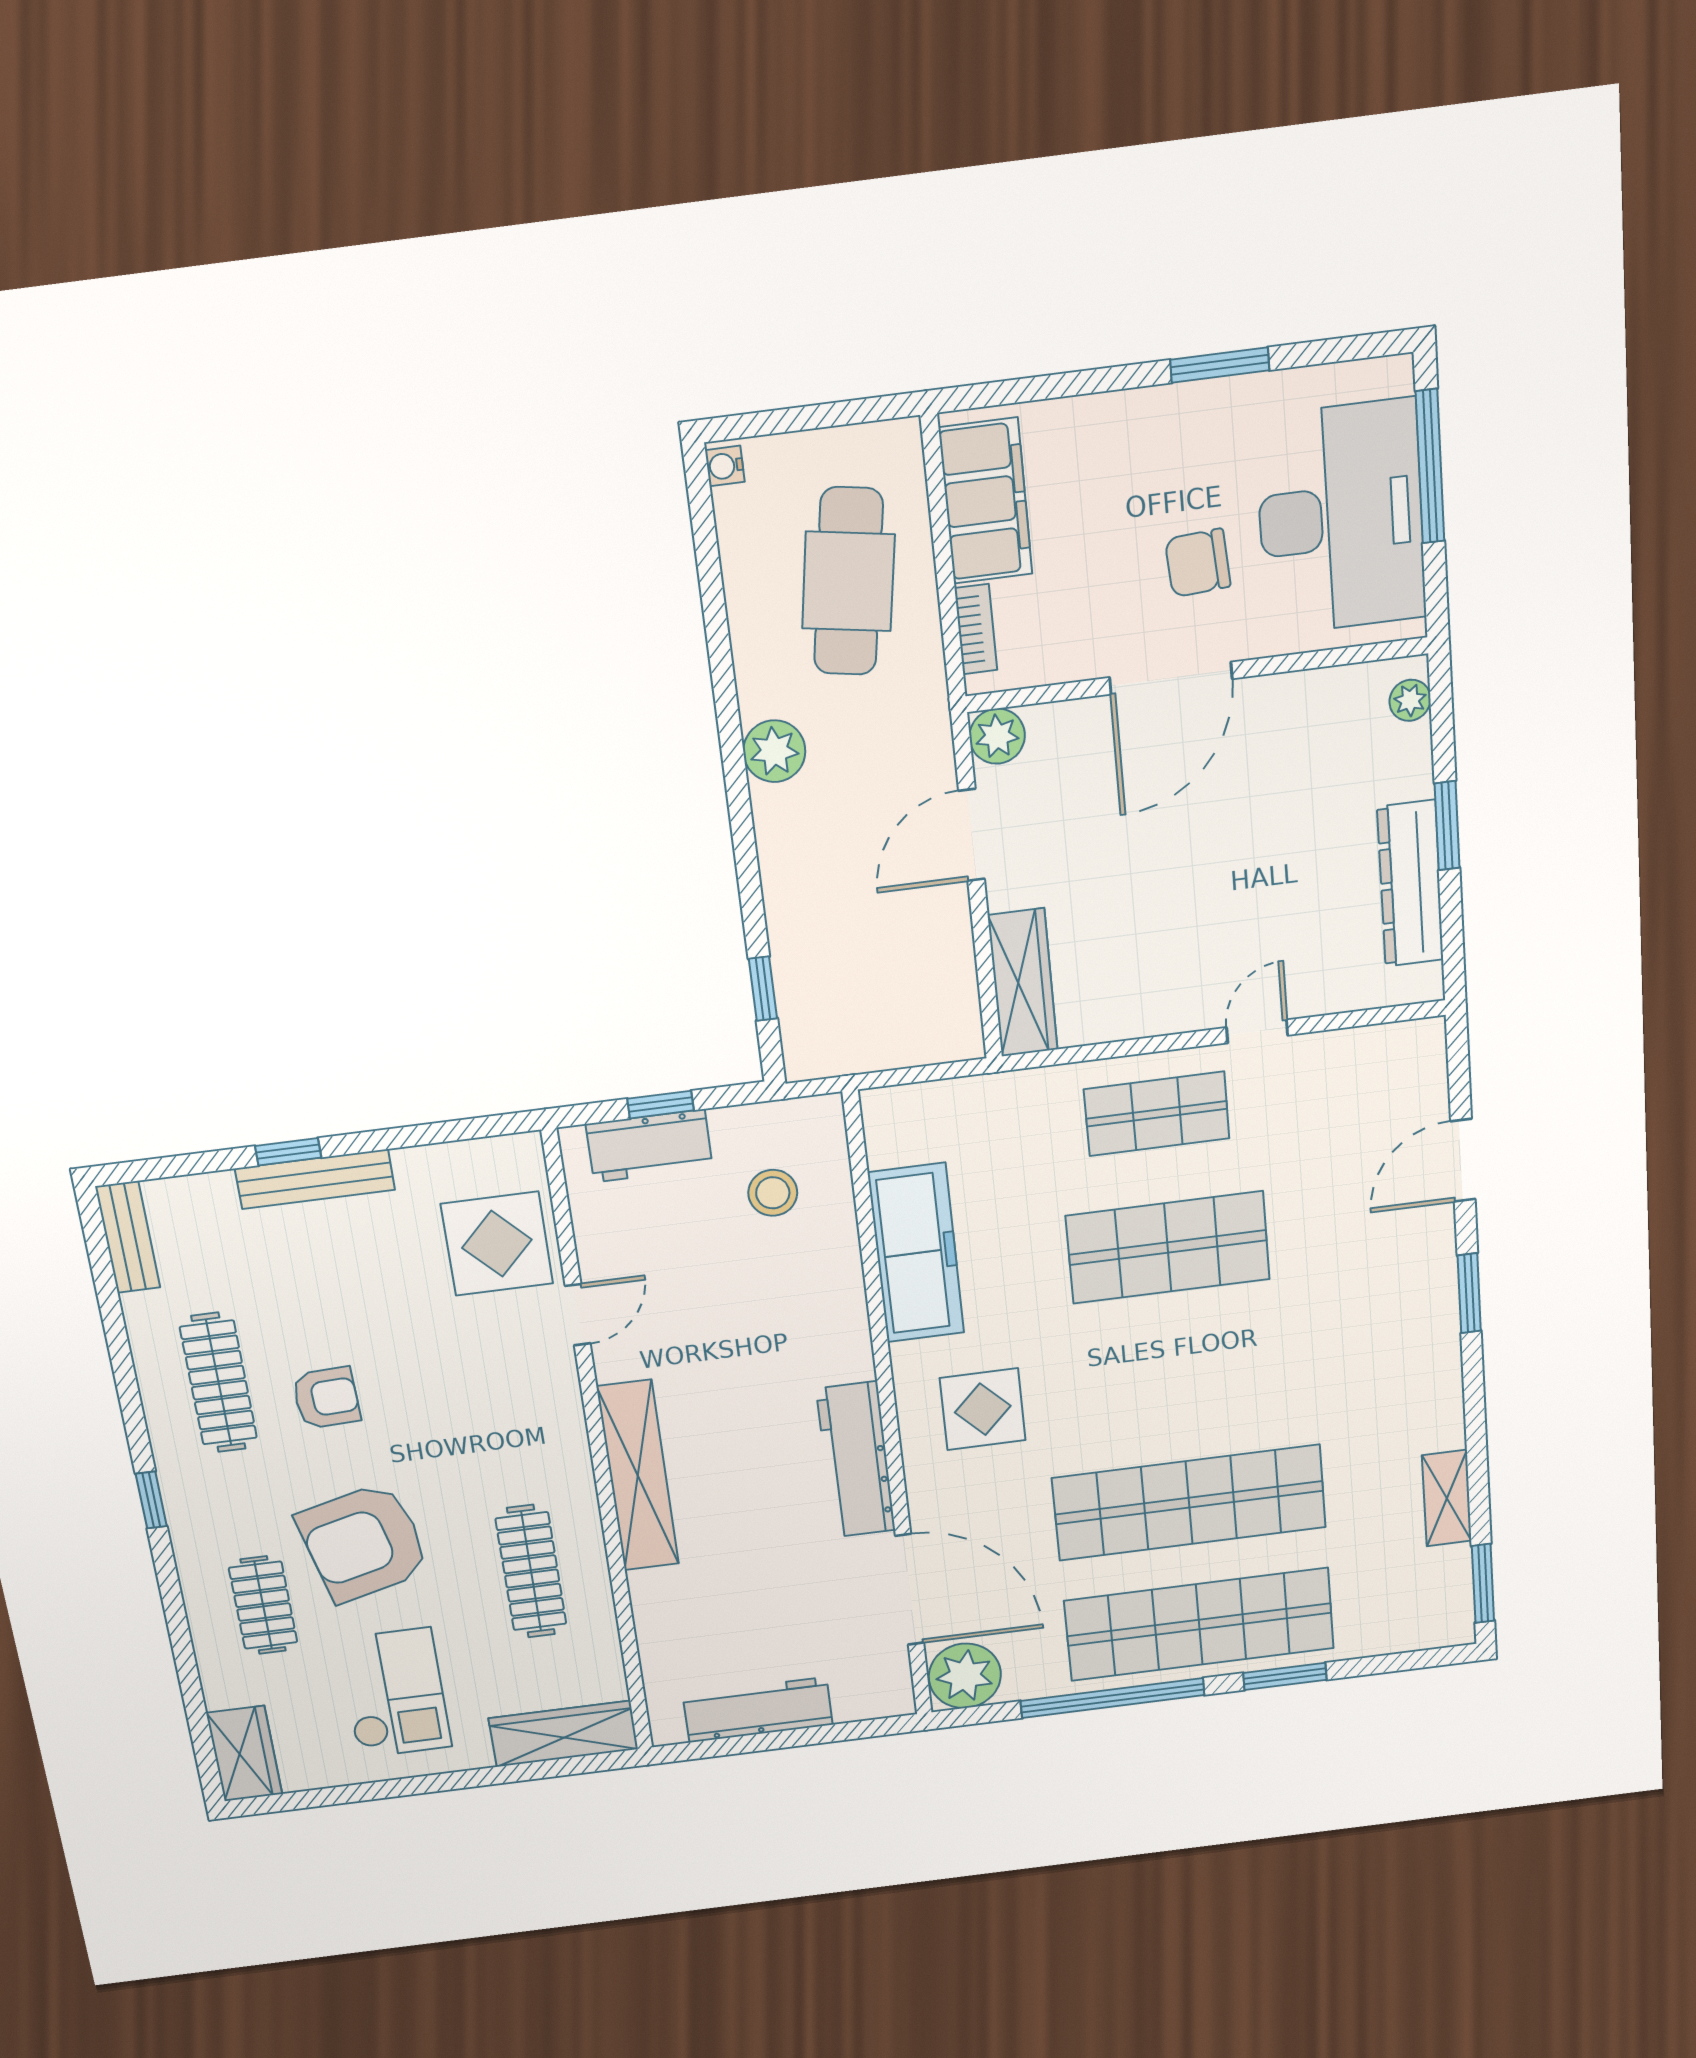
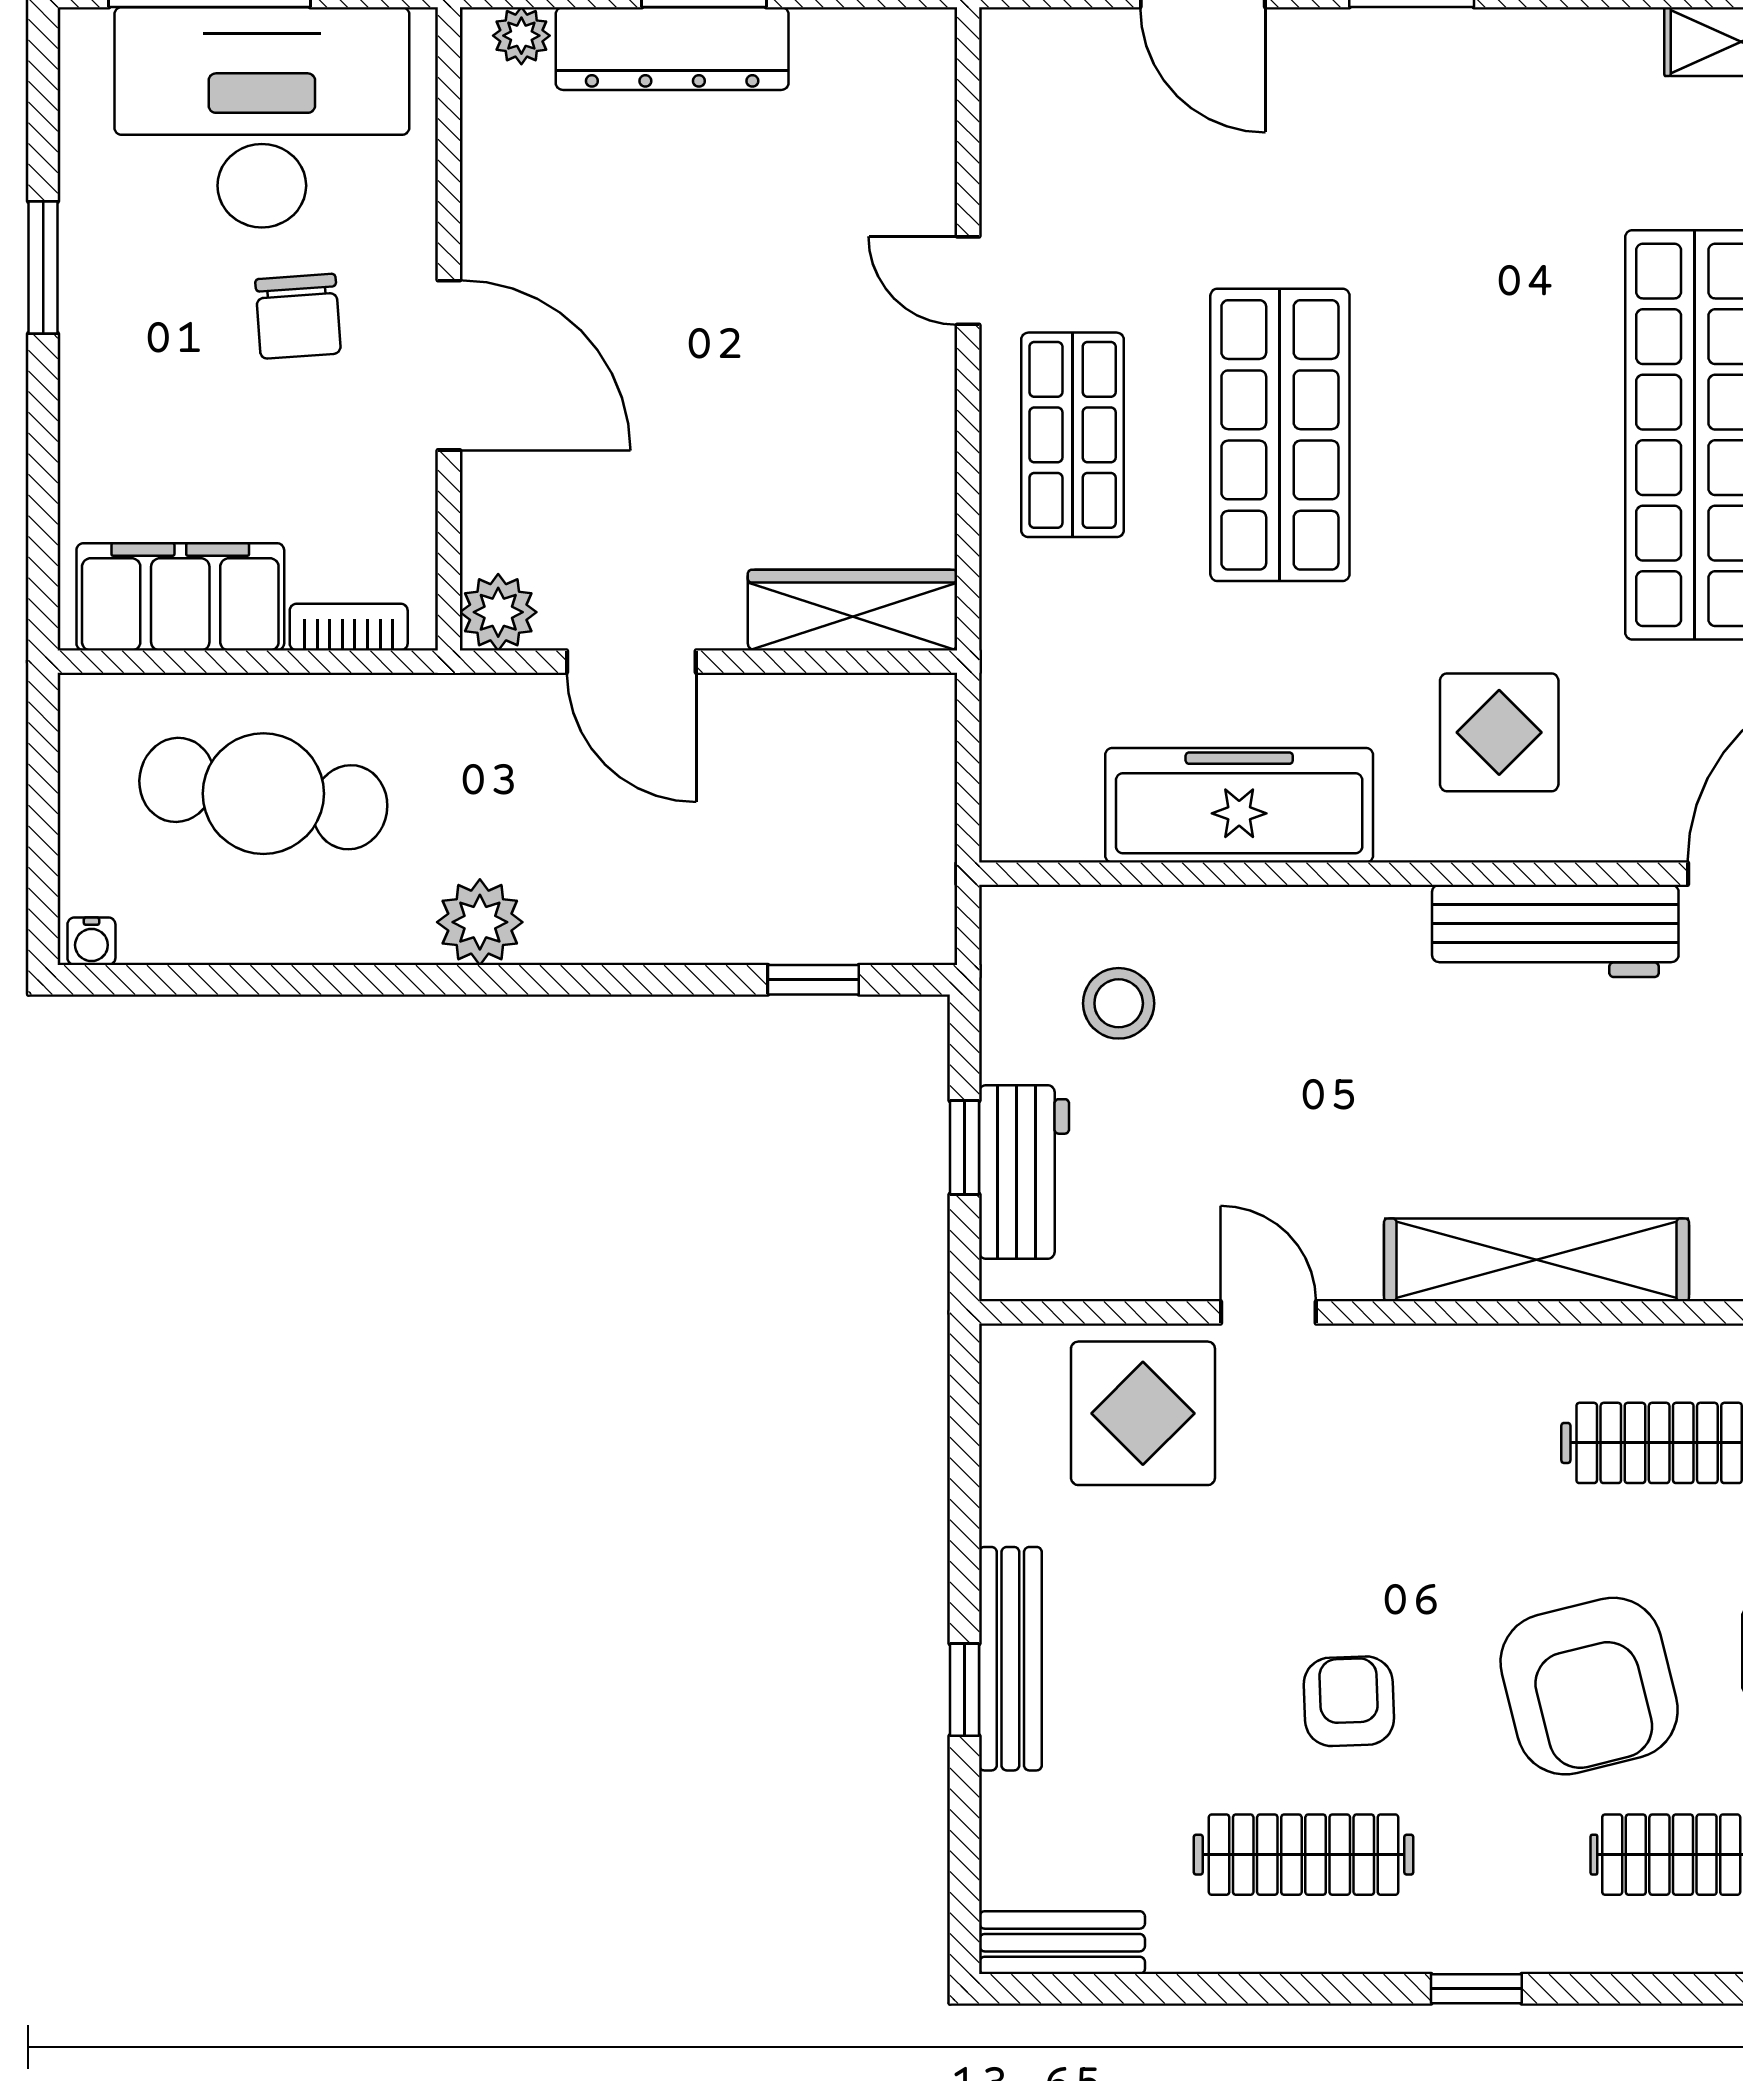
dresser: (1410, 884) -> (672, 49), moved

